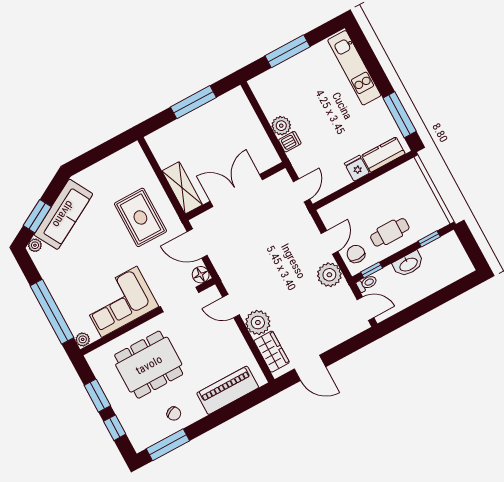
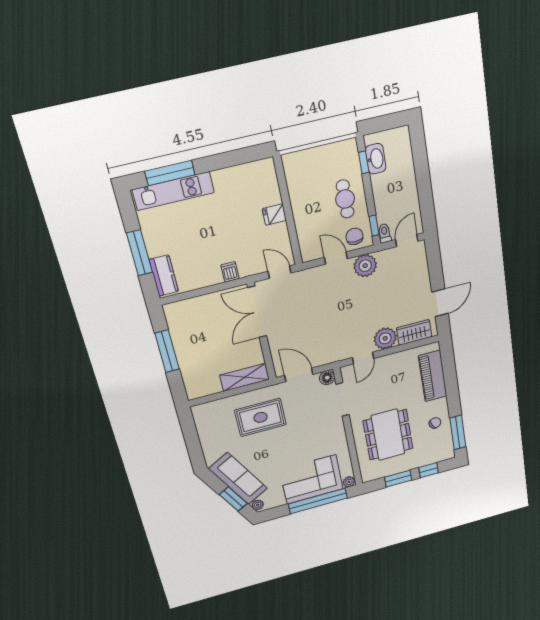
window: (400, 115) -> (170, 173), moved
plant: (281, 126) -> (212, 276), removed
kitchen counter: (383, 155) -> (164, 276), moved, turned 180
double door: (236, 191) -> (257, 312), moved
door: (197, 244) -> (299, 375), swing flipped
chair: (356, 254) -> (354, 236), turned 90
washbasin: (408, 264) -> (376, 159), moved
corner sofa: (119, 302) -> (311, 479), moved, turned 90

